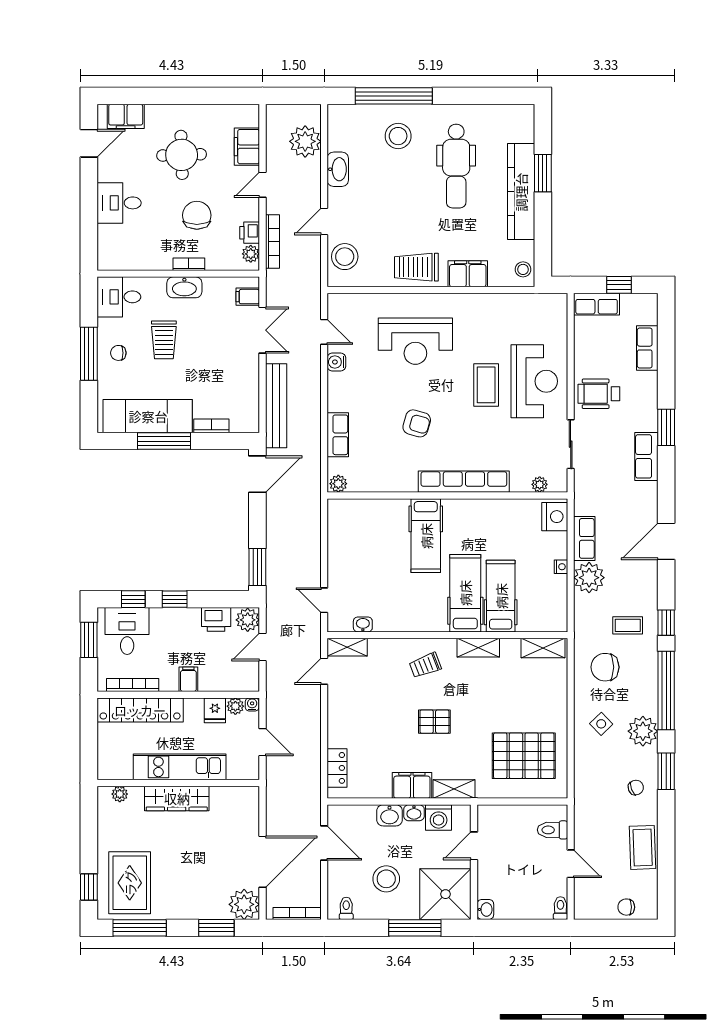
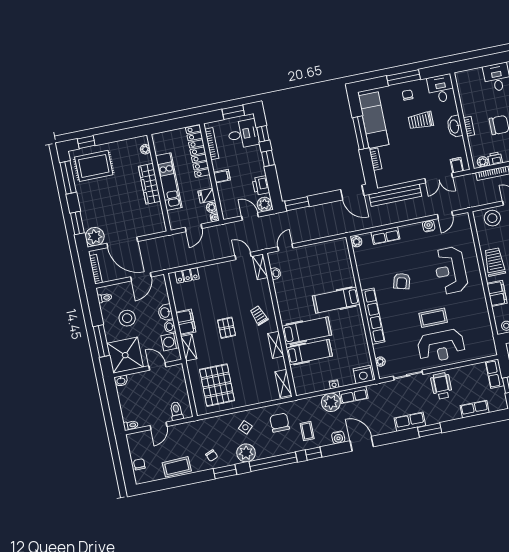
water cooler: (648, 577) -> (338, 437), added

